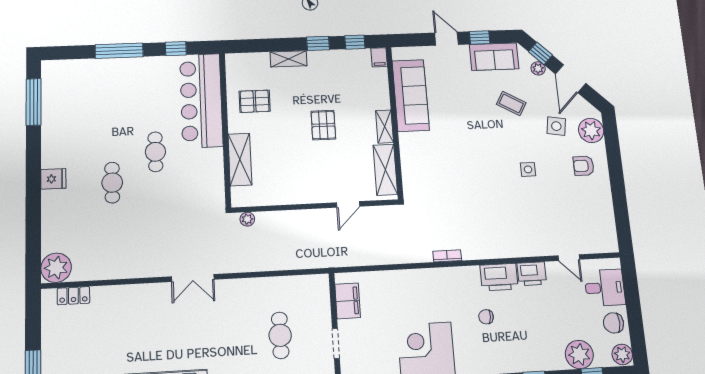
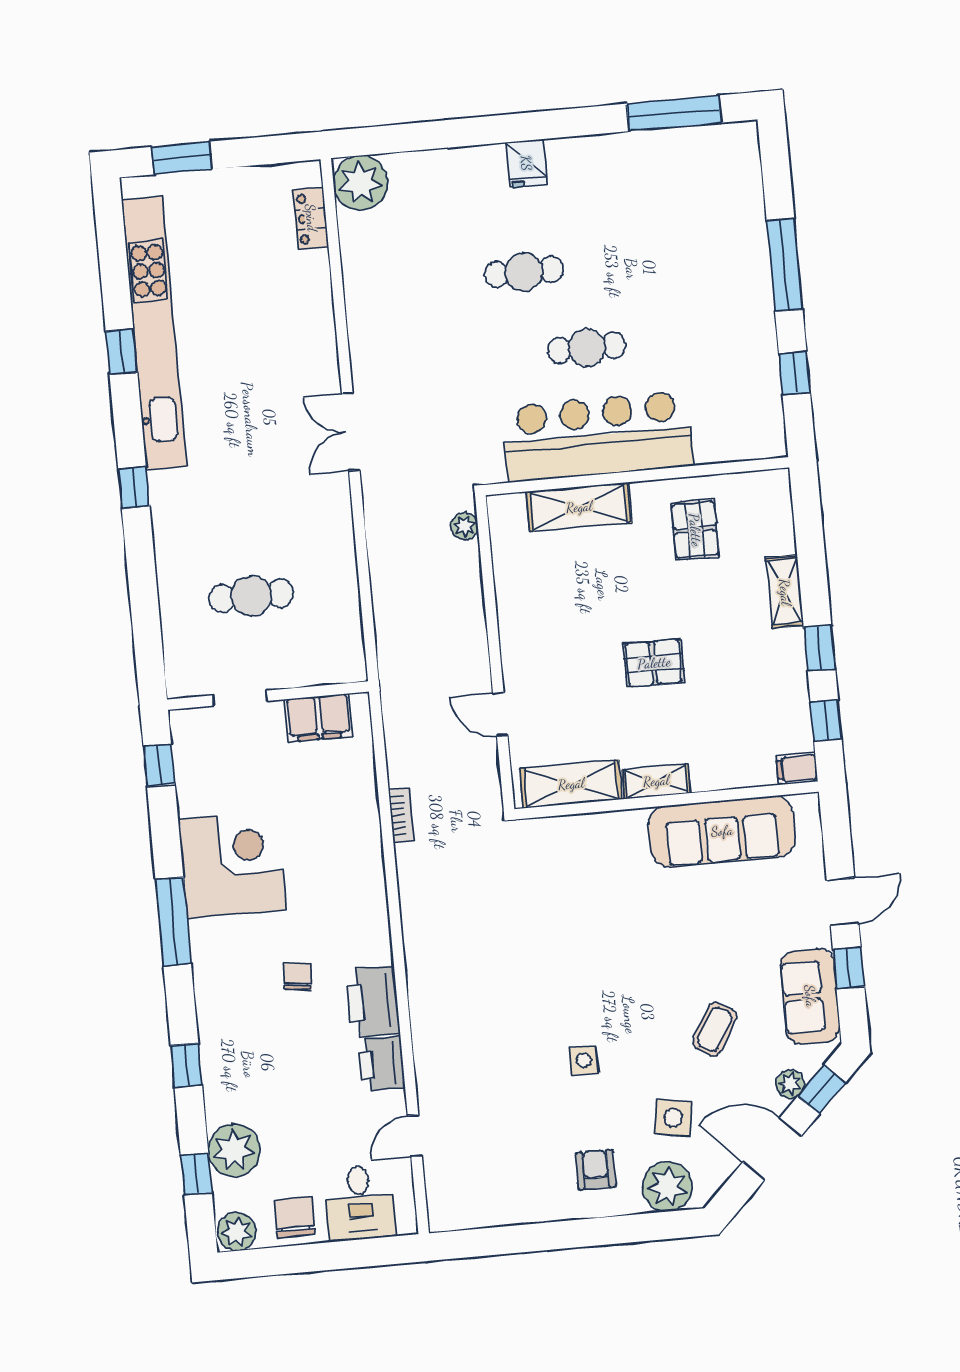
bar counter: (201, 101) -> (598, 436), moved
bookcase: (447, 256) -> (401, 815), moved

